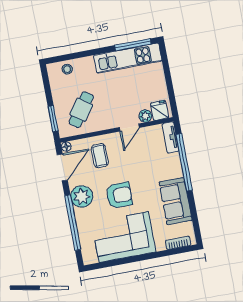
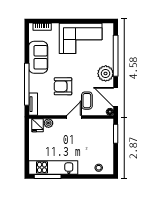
cafe table: (81, 110) -> (94, 136), removed
door: (129, 128) -> (74, 117), moved
door: (62, 168) -> (116, 97), hinge flipped
armchair: (119, 195) -> (63, 86), moved

